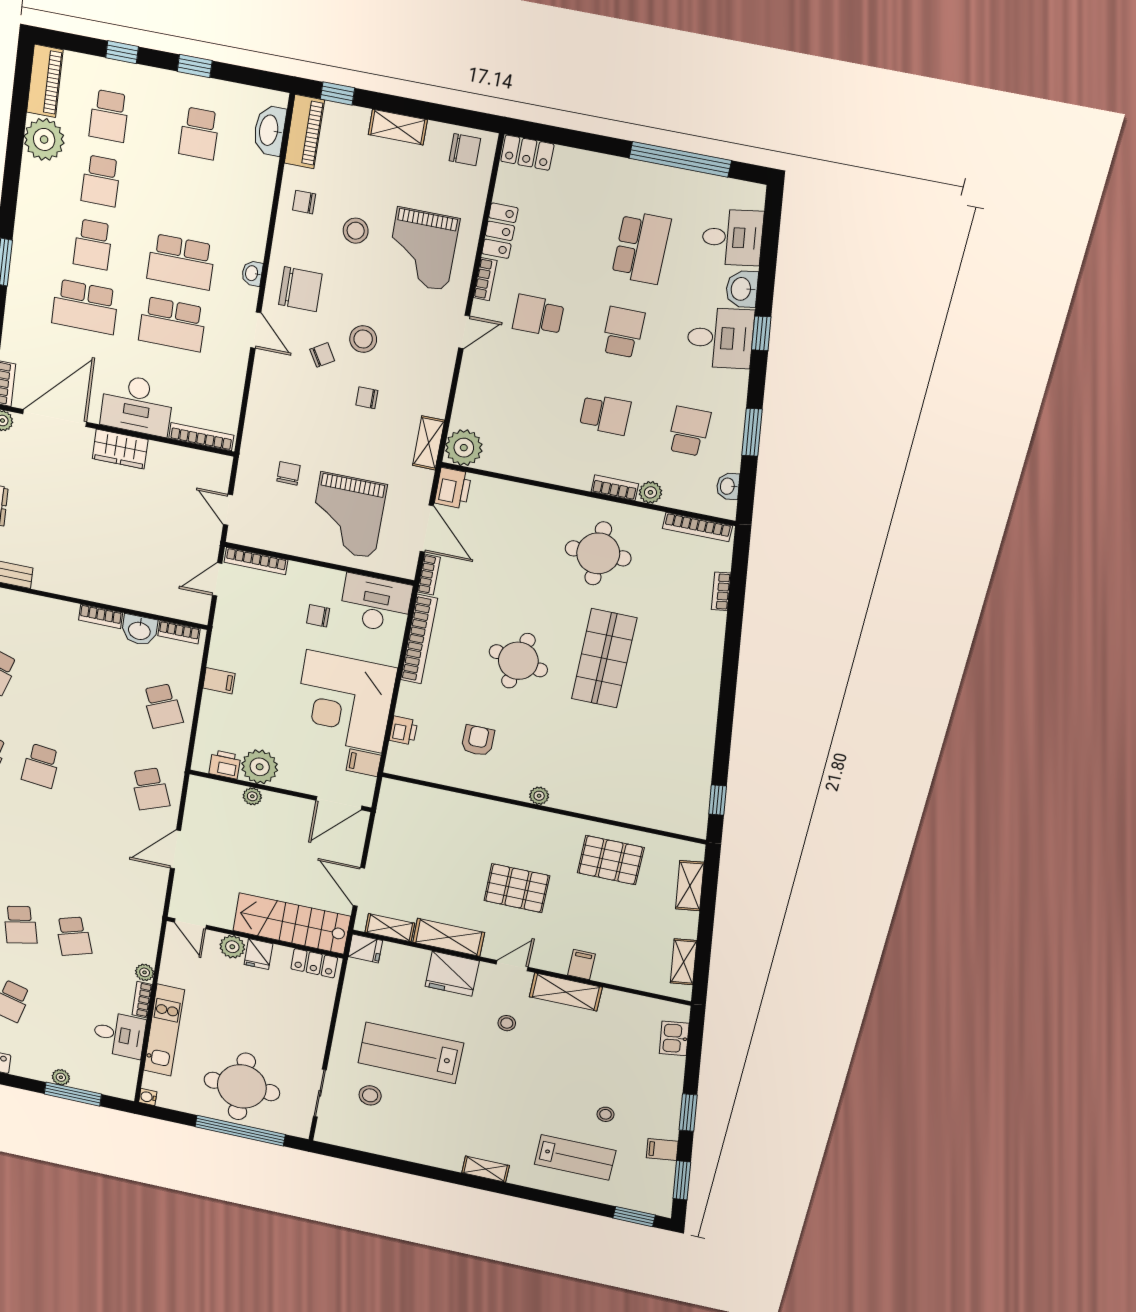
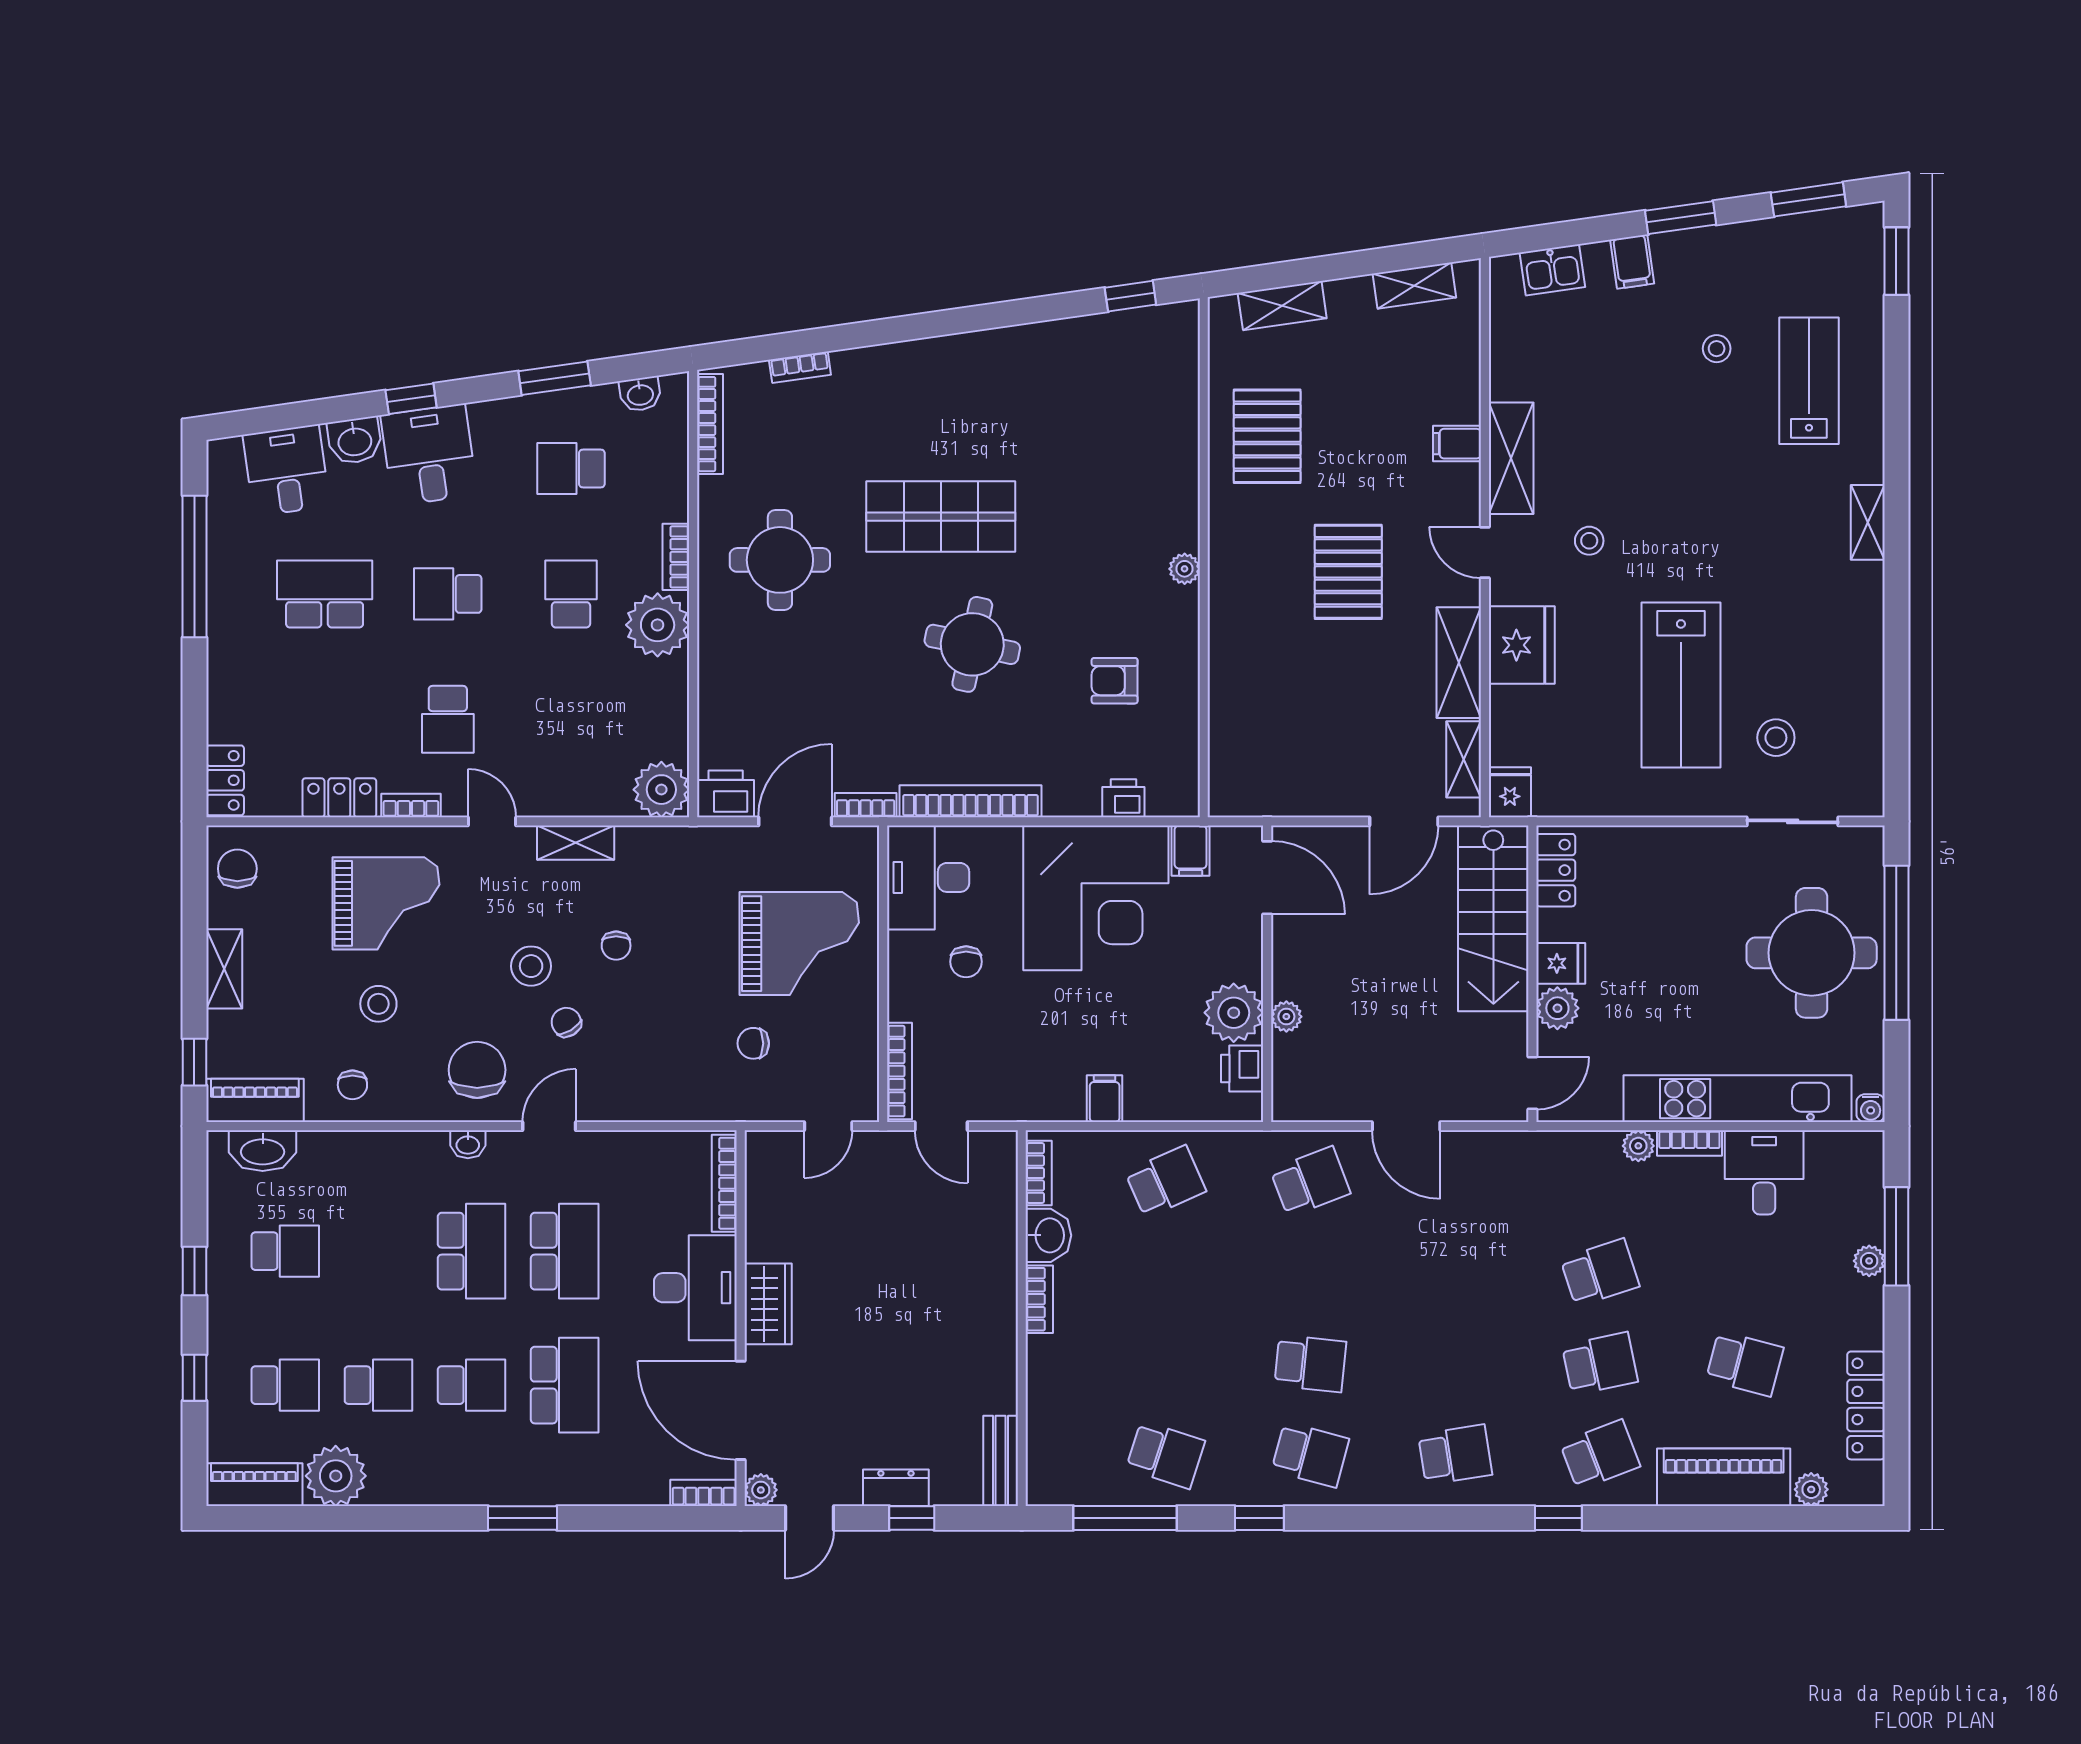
shelving: (429, 443) -> (576, 843), moved
plant: (650, 492) -> (658, 625), moved, width x1.88, depth x1.88
kitchen unit: (164, 1030) -> (1738, 1099), width x1.36
filing cabinet: (662, 1150) -> (1632, 262), moved

